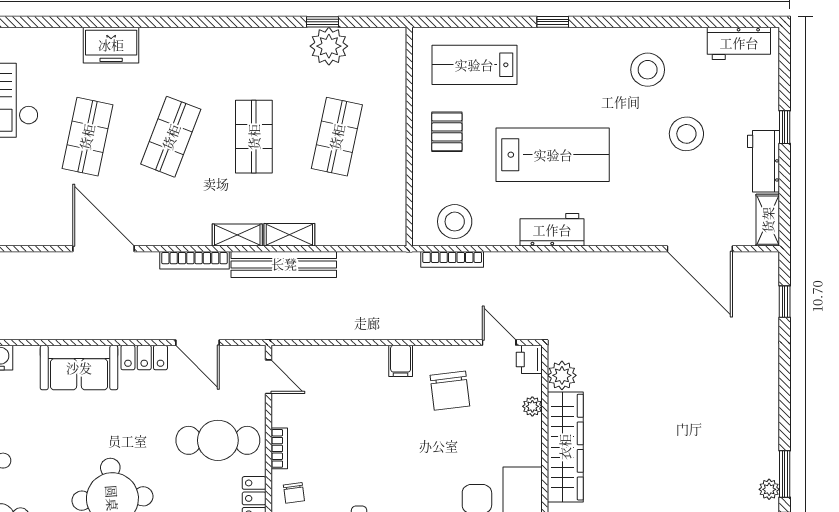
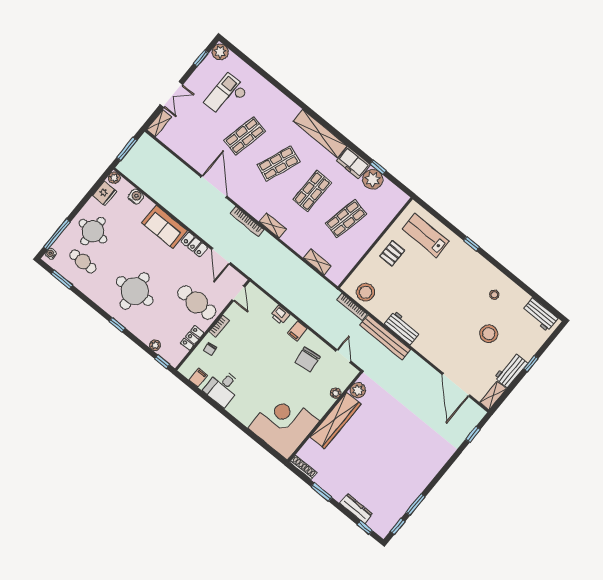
shelving: (196, 42) -> (320, 133), added
freezer: (111, 45) -> (353, 163), moved
stool: (648, 70) -> (494, 295), width x0.53, depth x0.53
lab bench: (553, 155) -> (428, 298), removed
shelving: (289, 235) -> (317, 262), moved
bench: (284, 264) -> (385, 337), moved
printer: (529, 359) -> (280, 315), moved, turned -90
plant: (769, 489) -> (404, 505), removed

